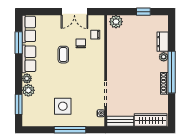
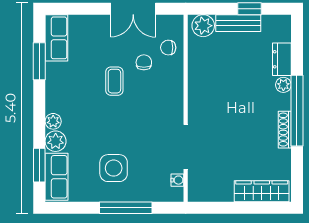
row of seats: (29, 59) -> (56, 177), moved
bench: (120, 121) -> (238, 23), moved

